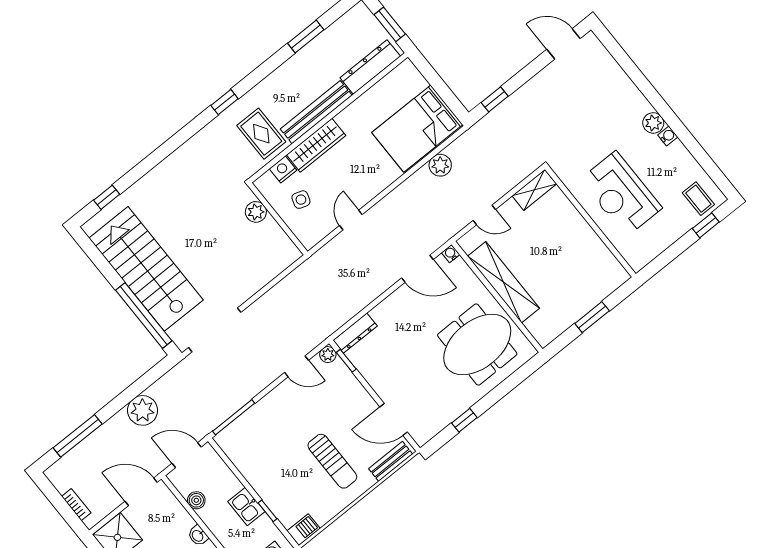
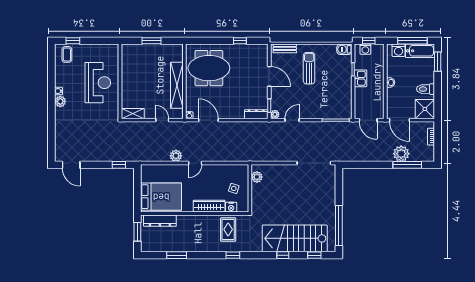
bench: (316, 112) -> (198, 220), removed
bed: (417, 129) -> (161, 197), moved
window: (152, 160) -> (283, 255), added
plant: (440, 165) -> (176, 156), moved
plant: (256, 212) -> (257, 177), moved
door: (351, 220) -> (195, 163), moved
stairs: (146, 269) -> (295, 238), moved, turned 90
window: (144, 316) -> (339, 226), moved
door: (296, 366) -> (292, 120), hinge flipped
plant: (143, 410) -> (401, 154), moved
door: (394, 419) -> (269, 76), moved
boiler: (196, 500) -> (379, 98), removed

